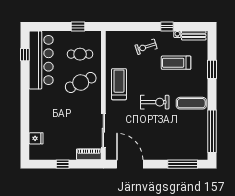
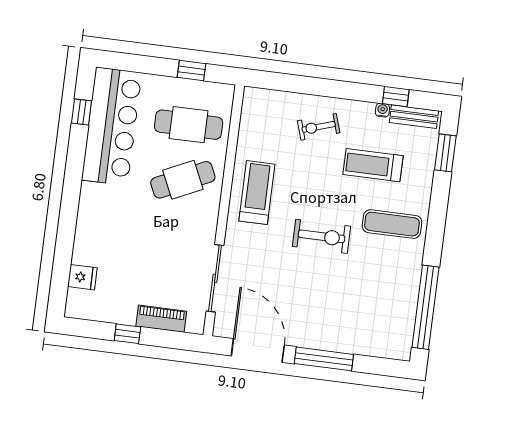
window: (167, 27) -> (396, 97), moved
cafe table: (80, 54) -> (189, 125), width x1.37, depth x1.35
window: (212, 69) -> (445, 153), moved
exercise mat: (191, 103) -> (392, 224), moved
piano: (89, 154) -> (161, 319), moved
window: (183, 164) -> (324, 359), moved

